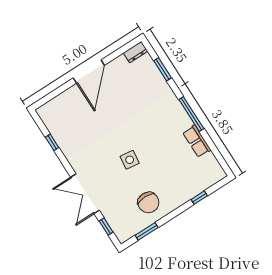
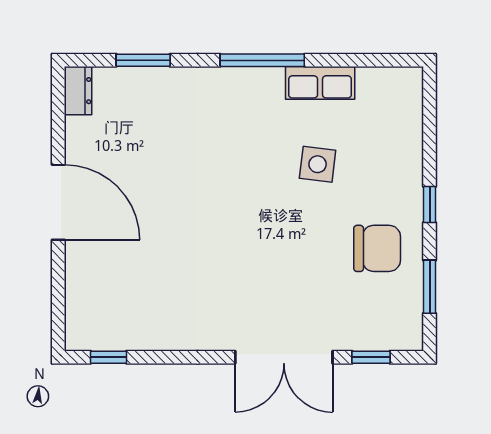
window: (52, 142) -> (108, 357), moved
side table: (130, 160) -> (318, 164), moved
window: (199, 198) -> (430, 204), moved

